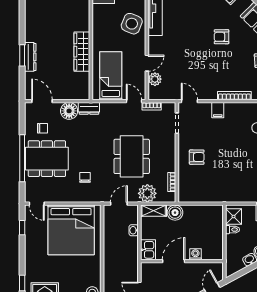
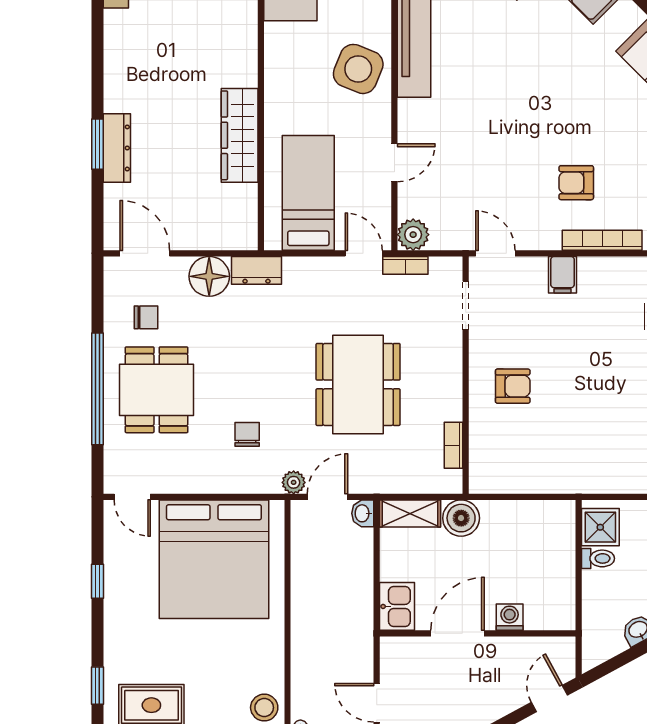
armchair: (222, 37) -> (576, 183), moved
plant: (155, 79) -> (413, 235), moved
dining table: (47, 159) -> (157, 390), width x0.73
plant: (147, 193) -> (294, 482), moved, width x0.53, depth x0.53
window: (22, 228) -> (97, 581), moved
washbasin: (134, 230) -> (363, 513), moved

